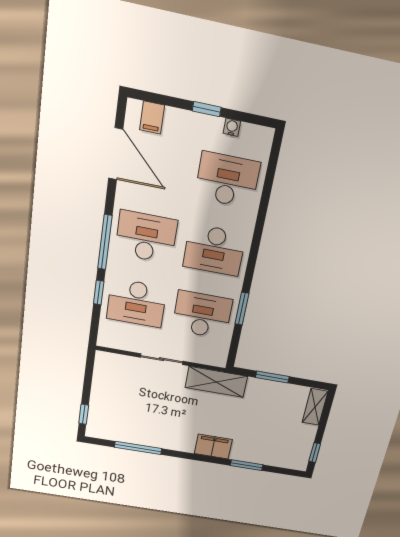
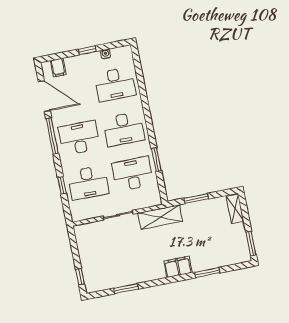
desk: (227, 180) -> (115, 84), turned 180
window: (105, 242) -> (52, 136), moved
window: (138, 448) -> (126, 289), width x0.69
window: (315, 453) -> (251, 244), width x1.50

